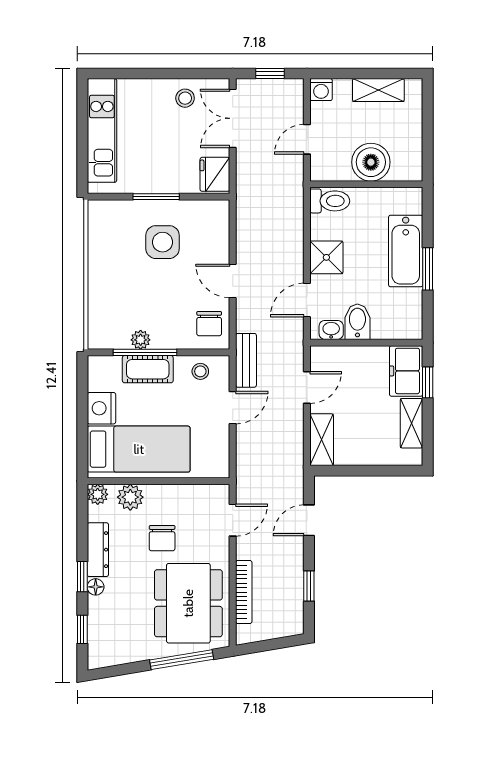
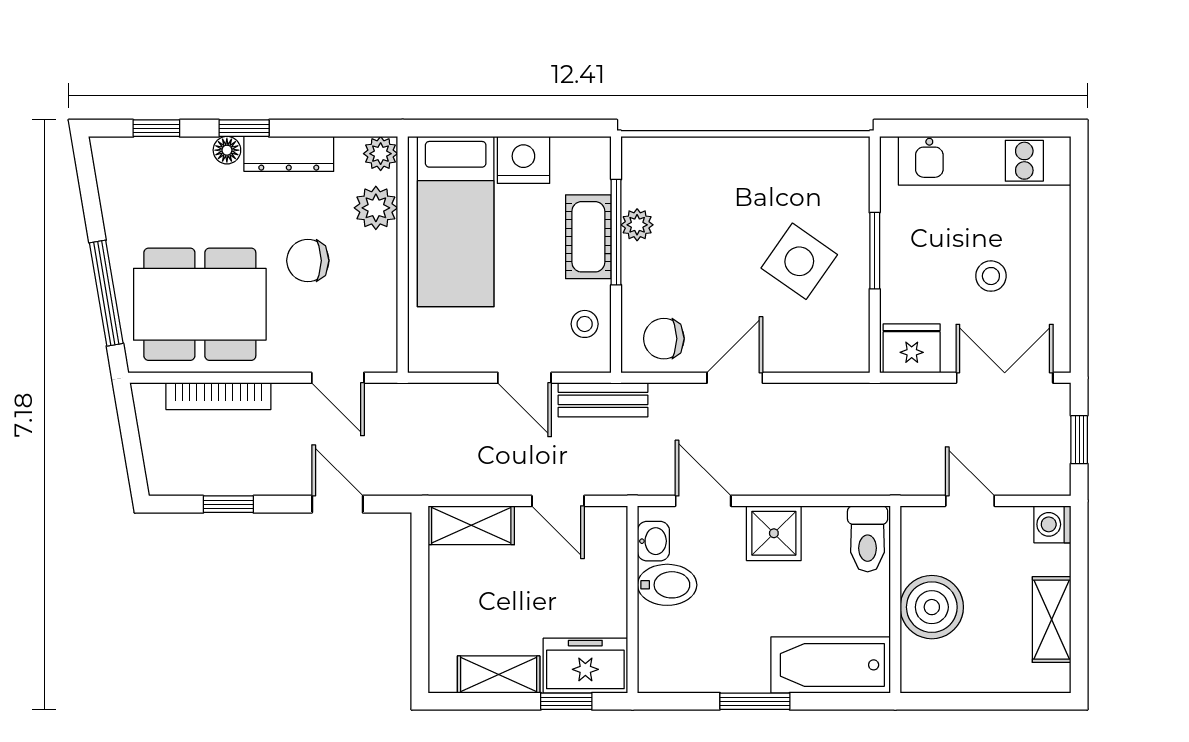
stool: (185, 98) -> (991, 276), moved
side table: (163, 242) -> (799, 261), turned 35
bathtub: (406, 251) -> (831, 665), moved

